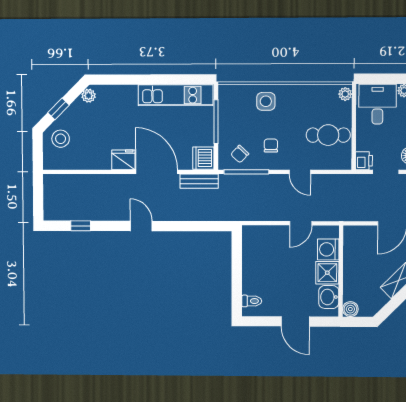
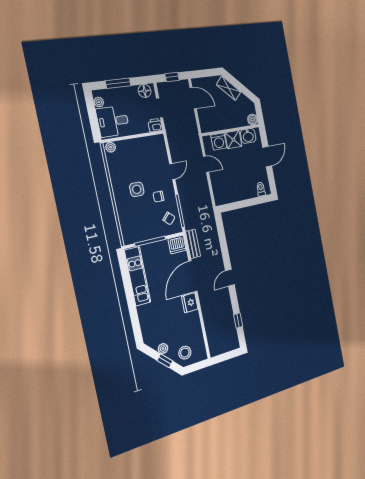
plant: (89, 96) -> (163, 348), moved
side table: (266, 101) -> (137, 189), moved
cafe table: (328, 135) -> (143, 155), removed

